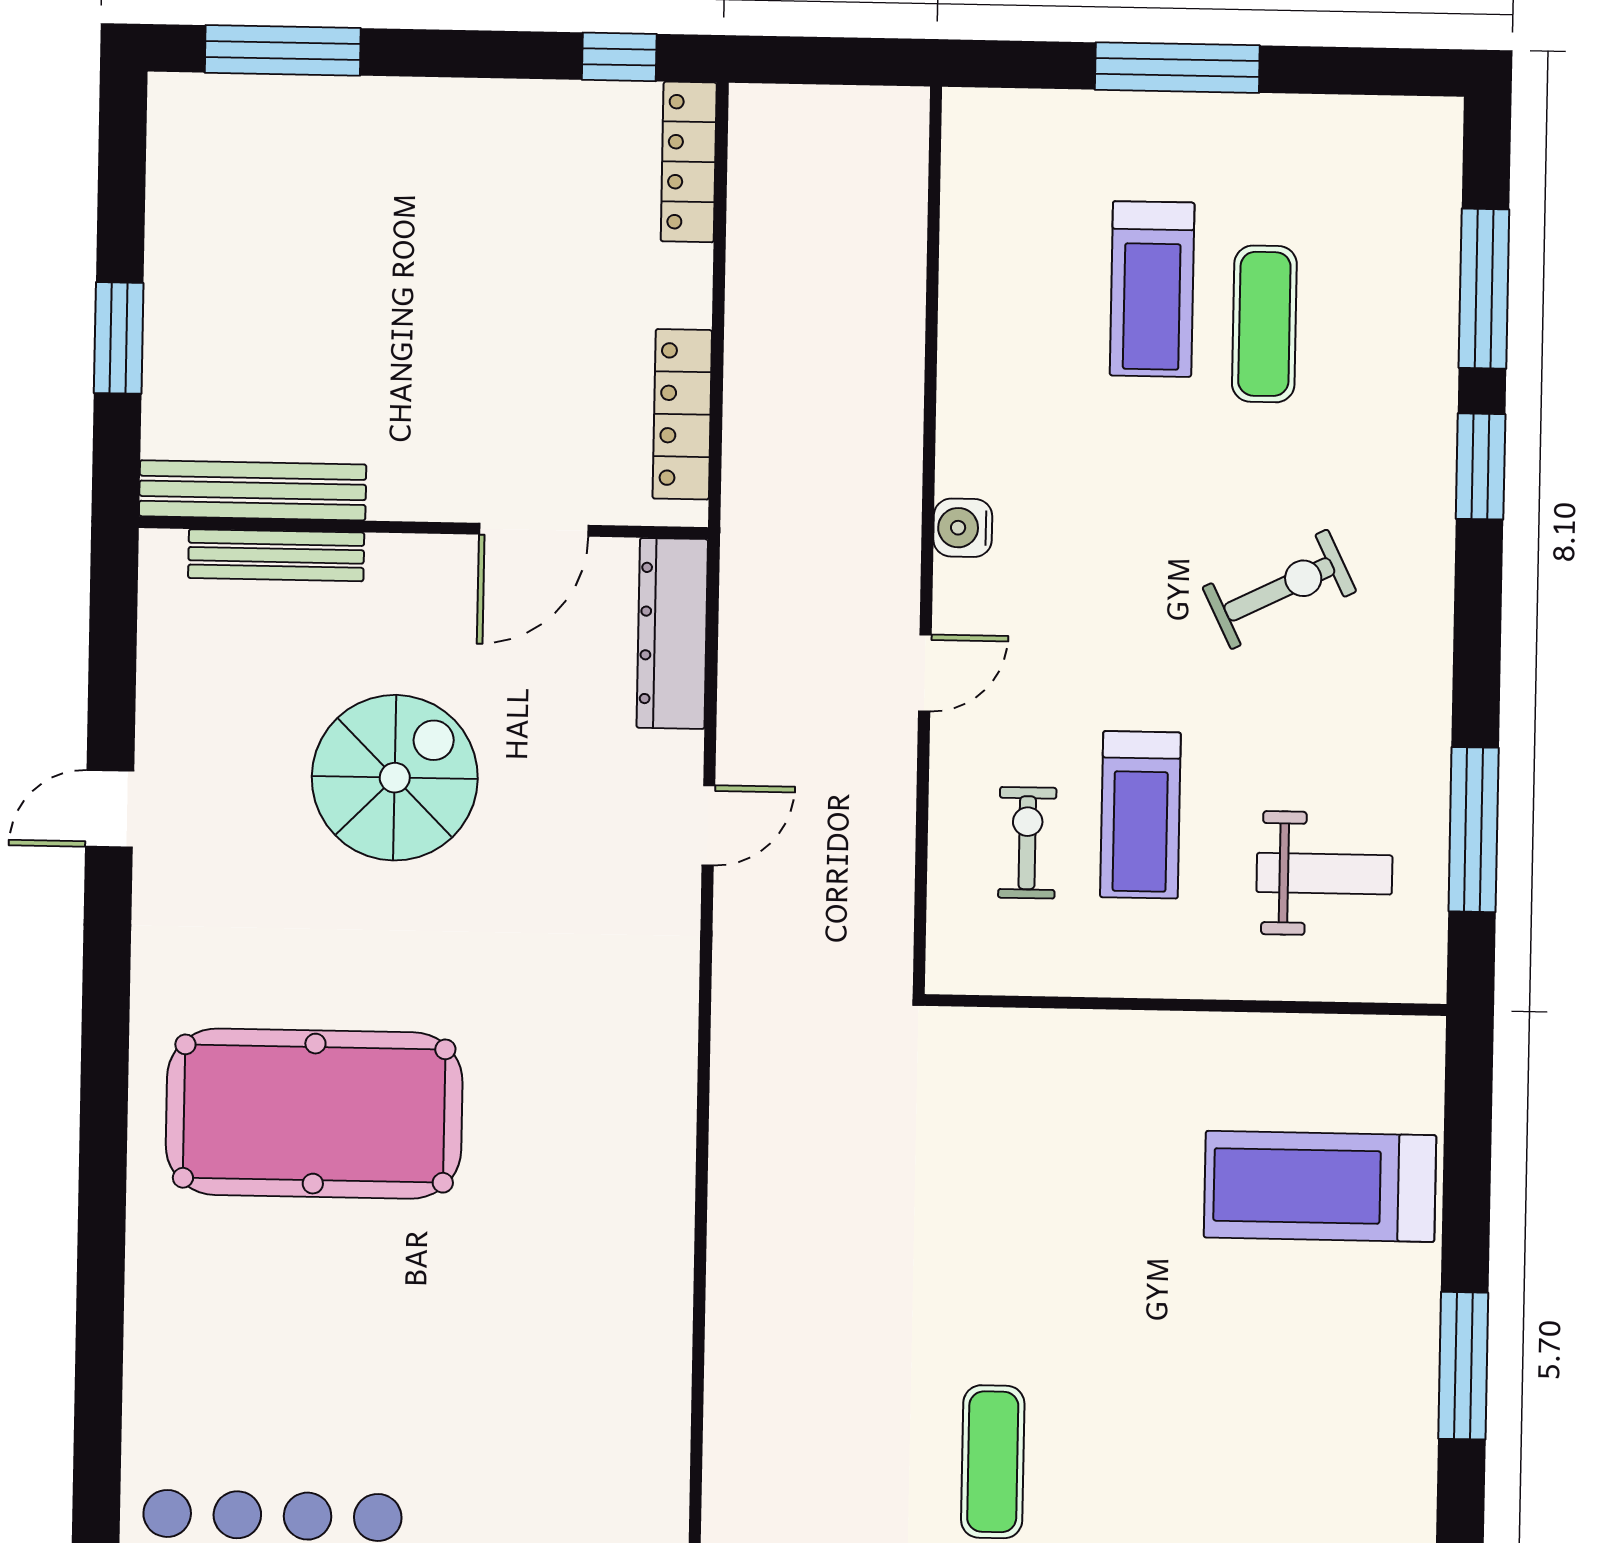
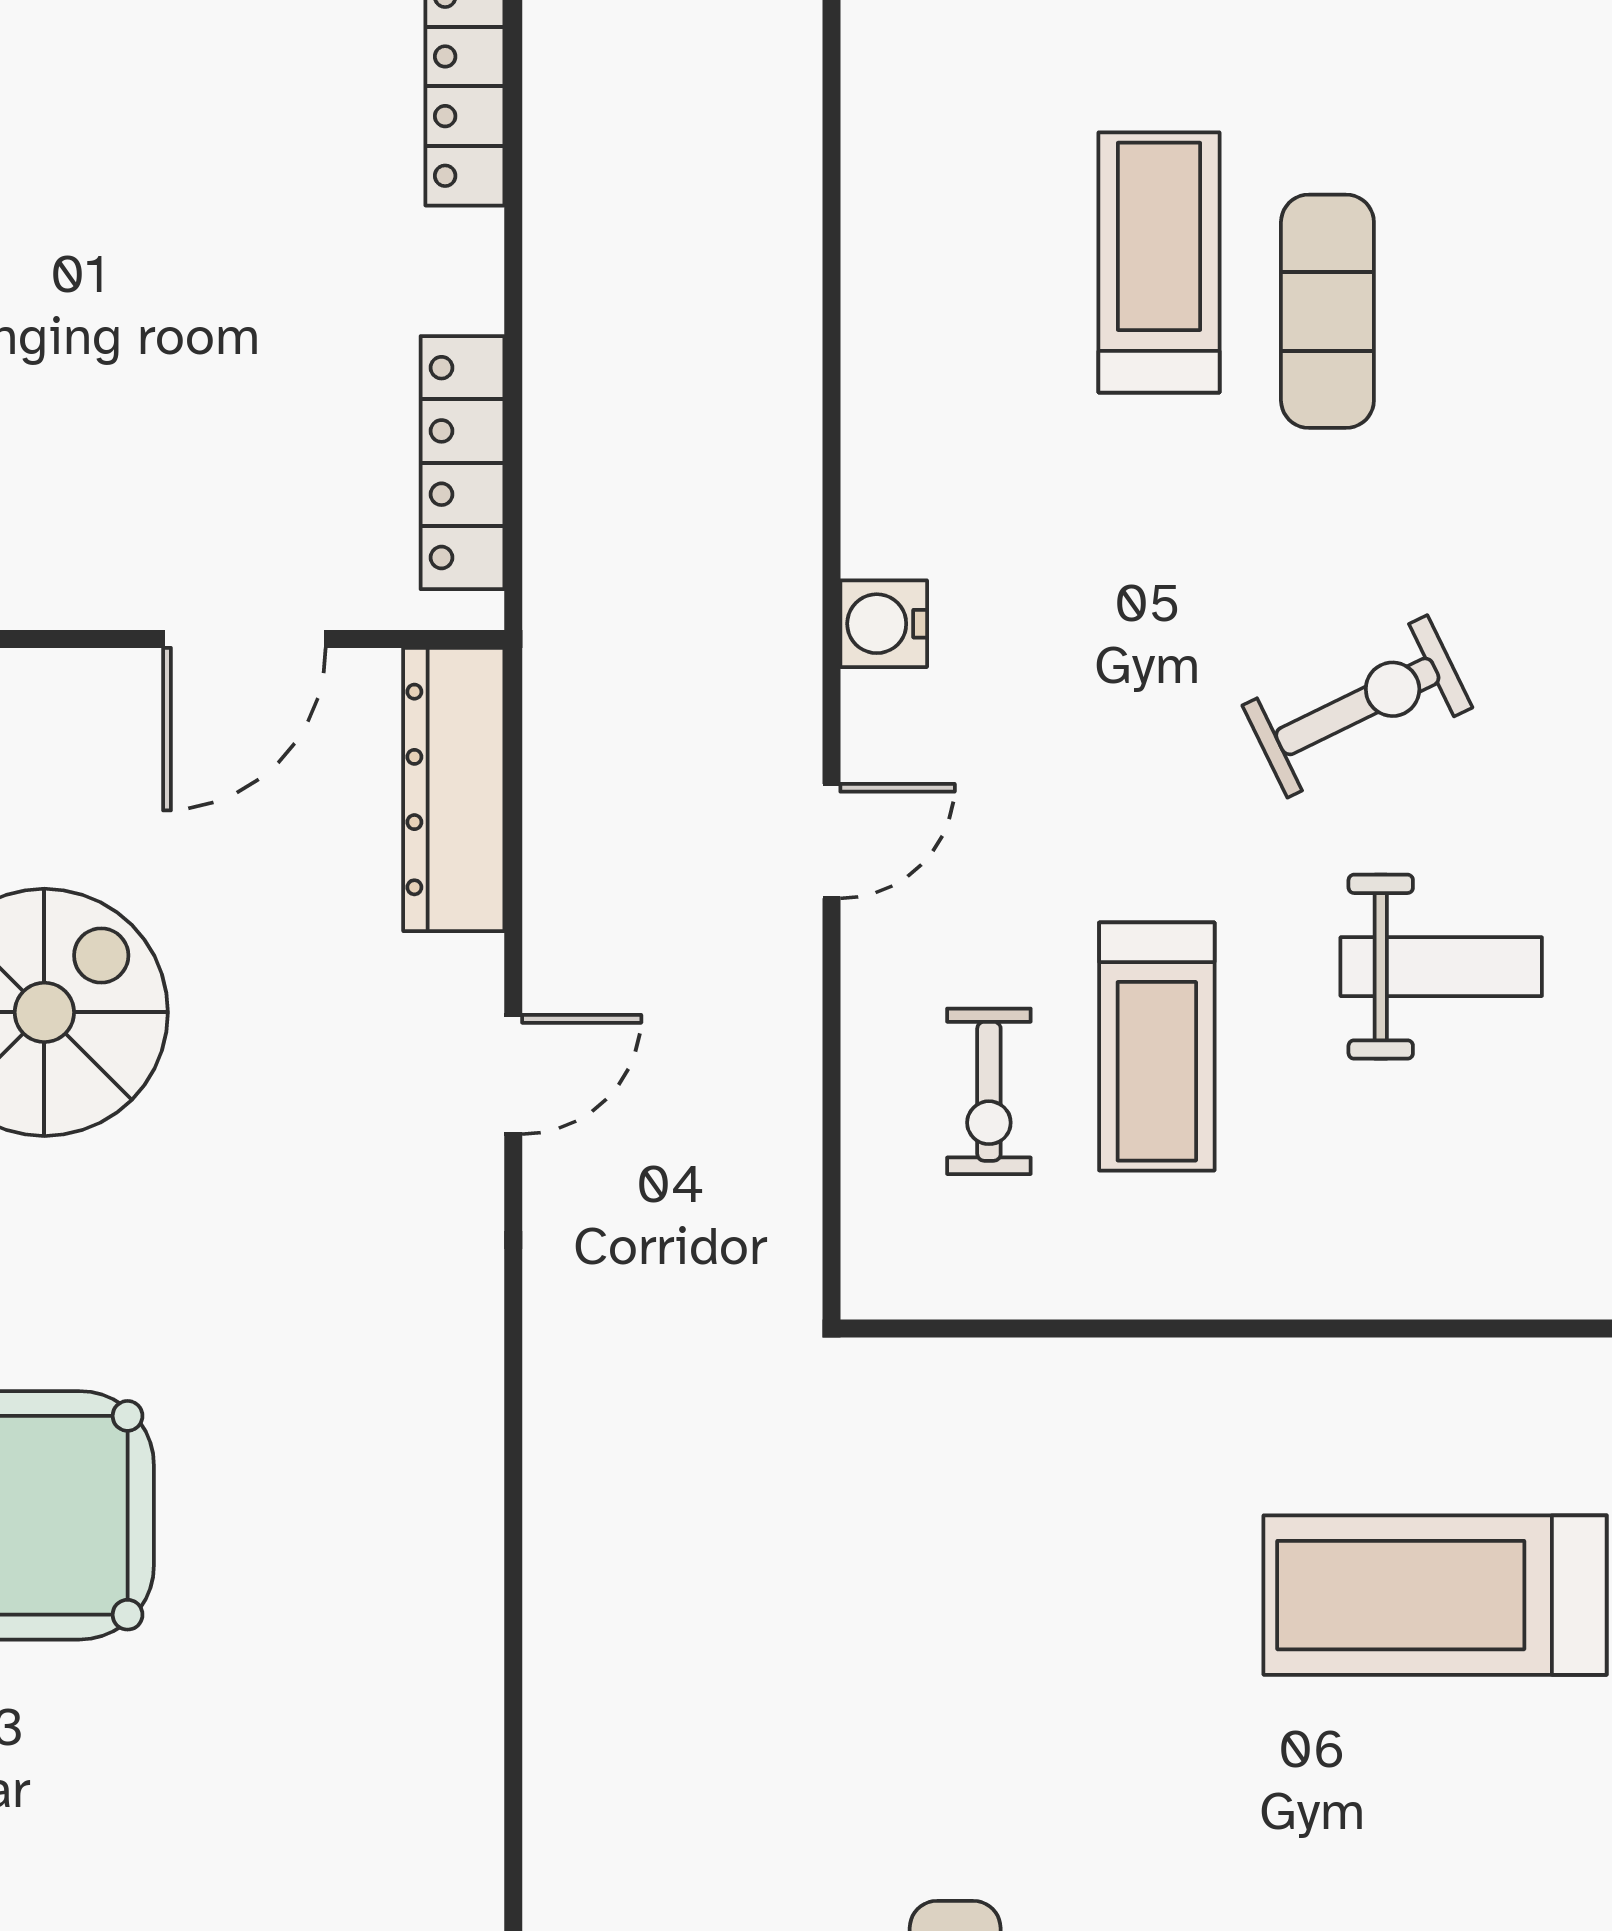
treadmill: (1152, 289) -> (1159, 262), turned 180
exercise bike: (1027, 843) -> (989, 1091), turned 180
weight bench: (1324, 874) -> (1441, 967), moved

